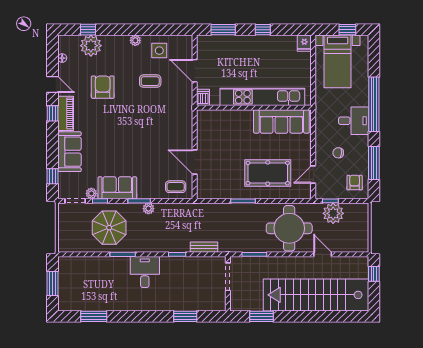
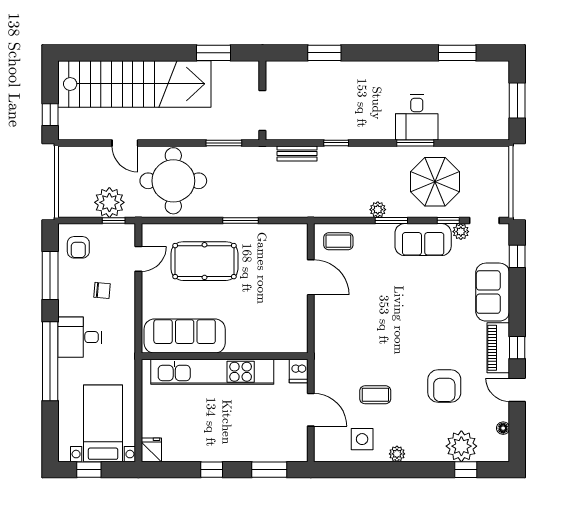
desk: (145, 272) -> (417, 117), moved

